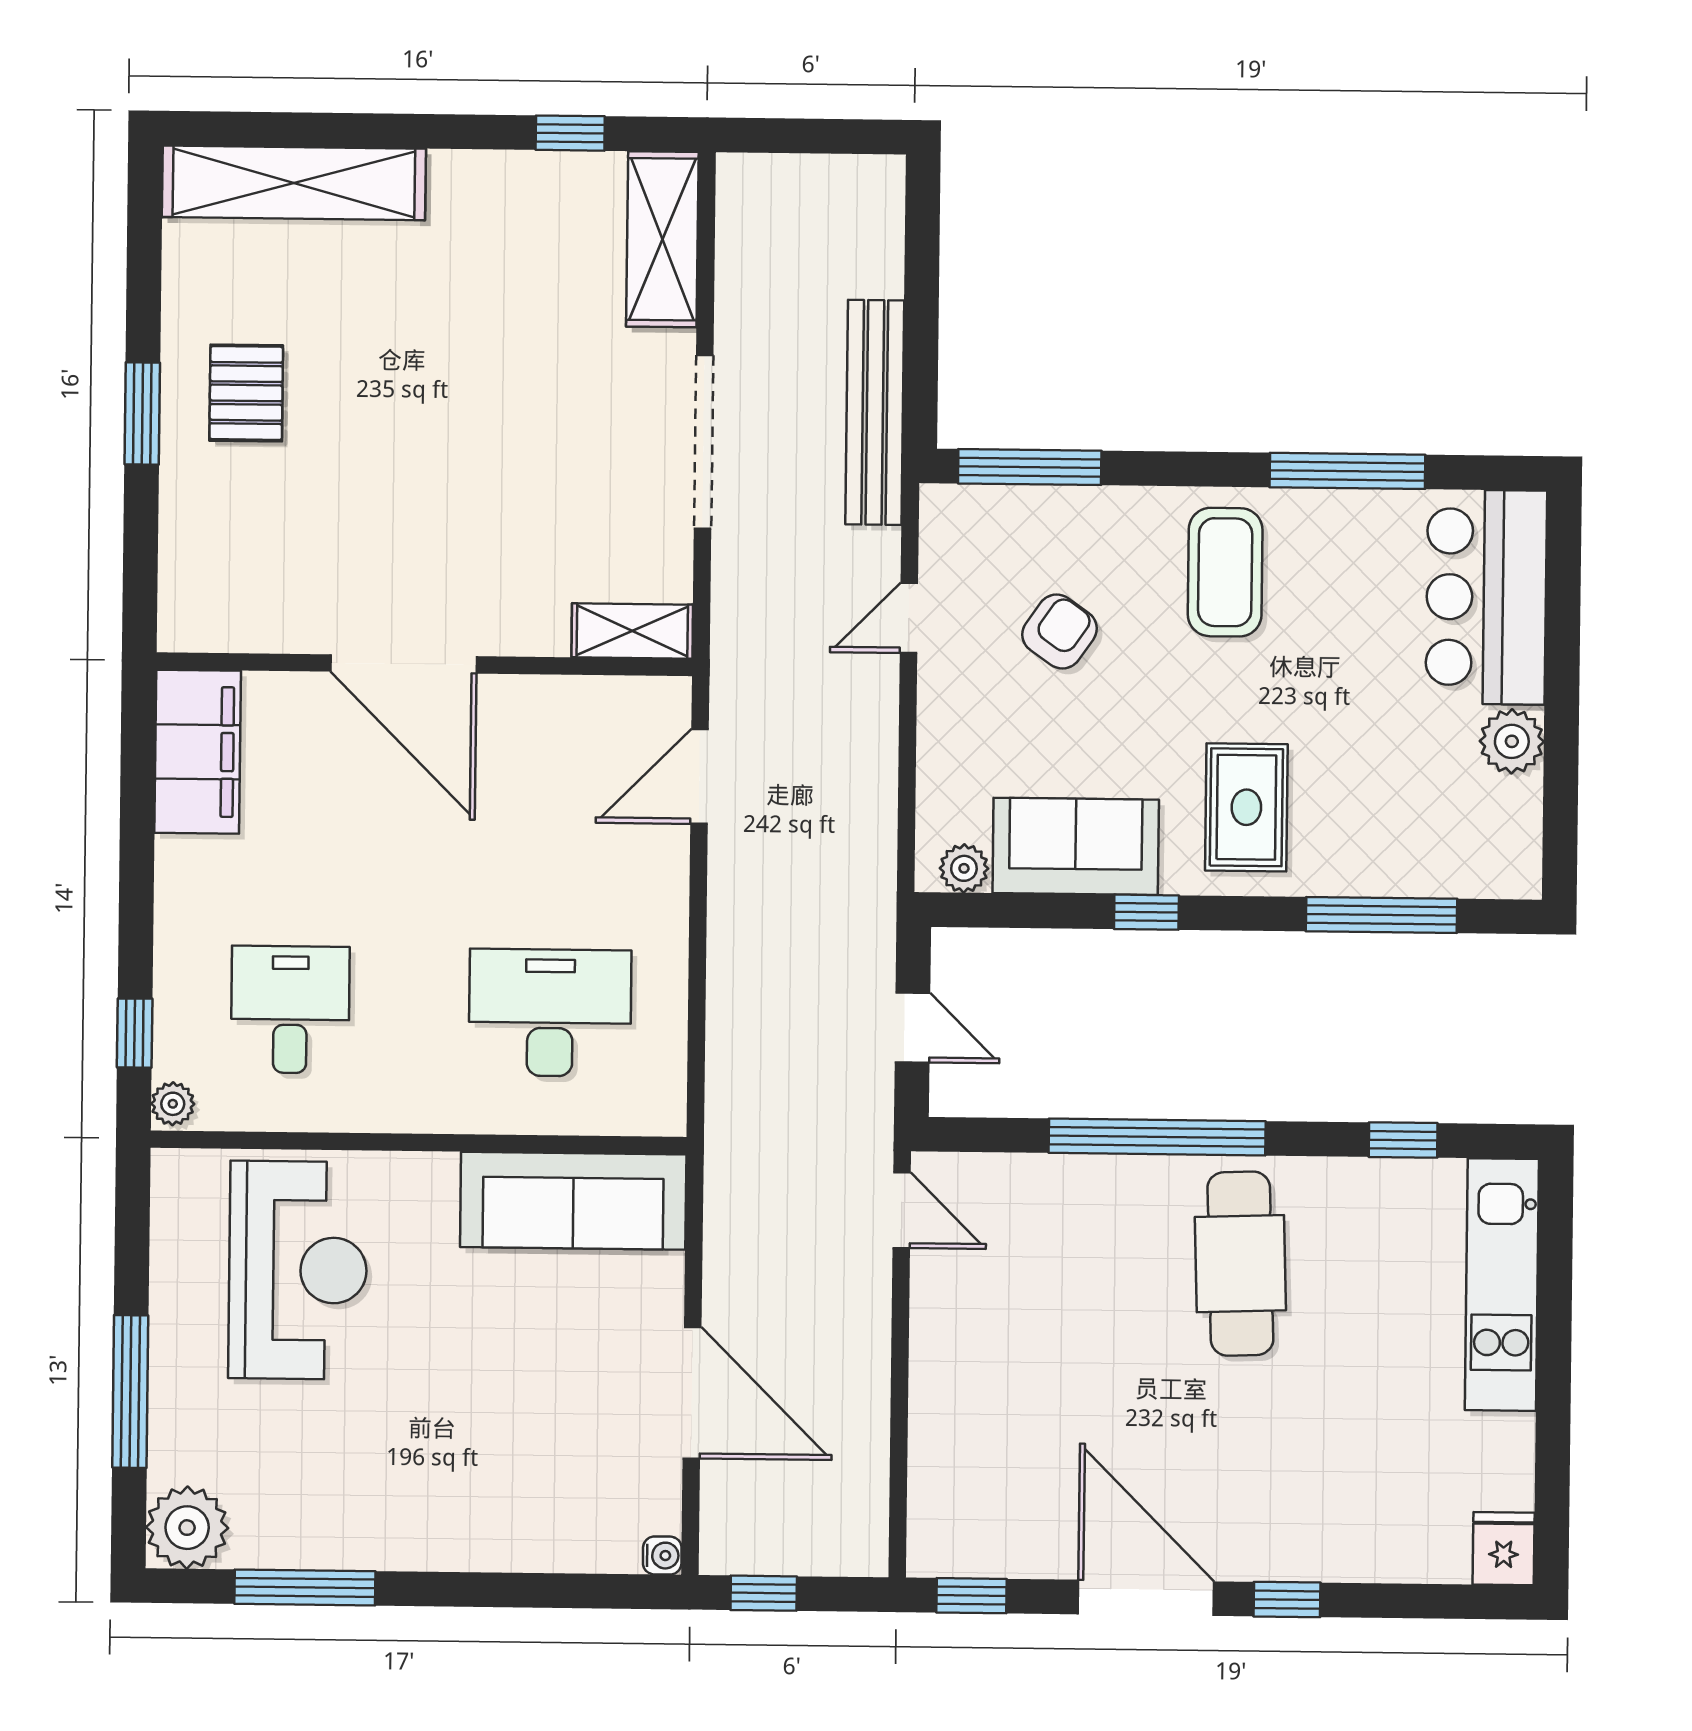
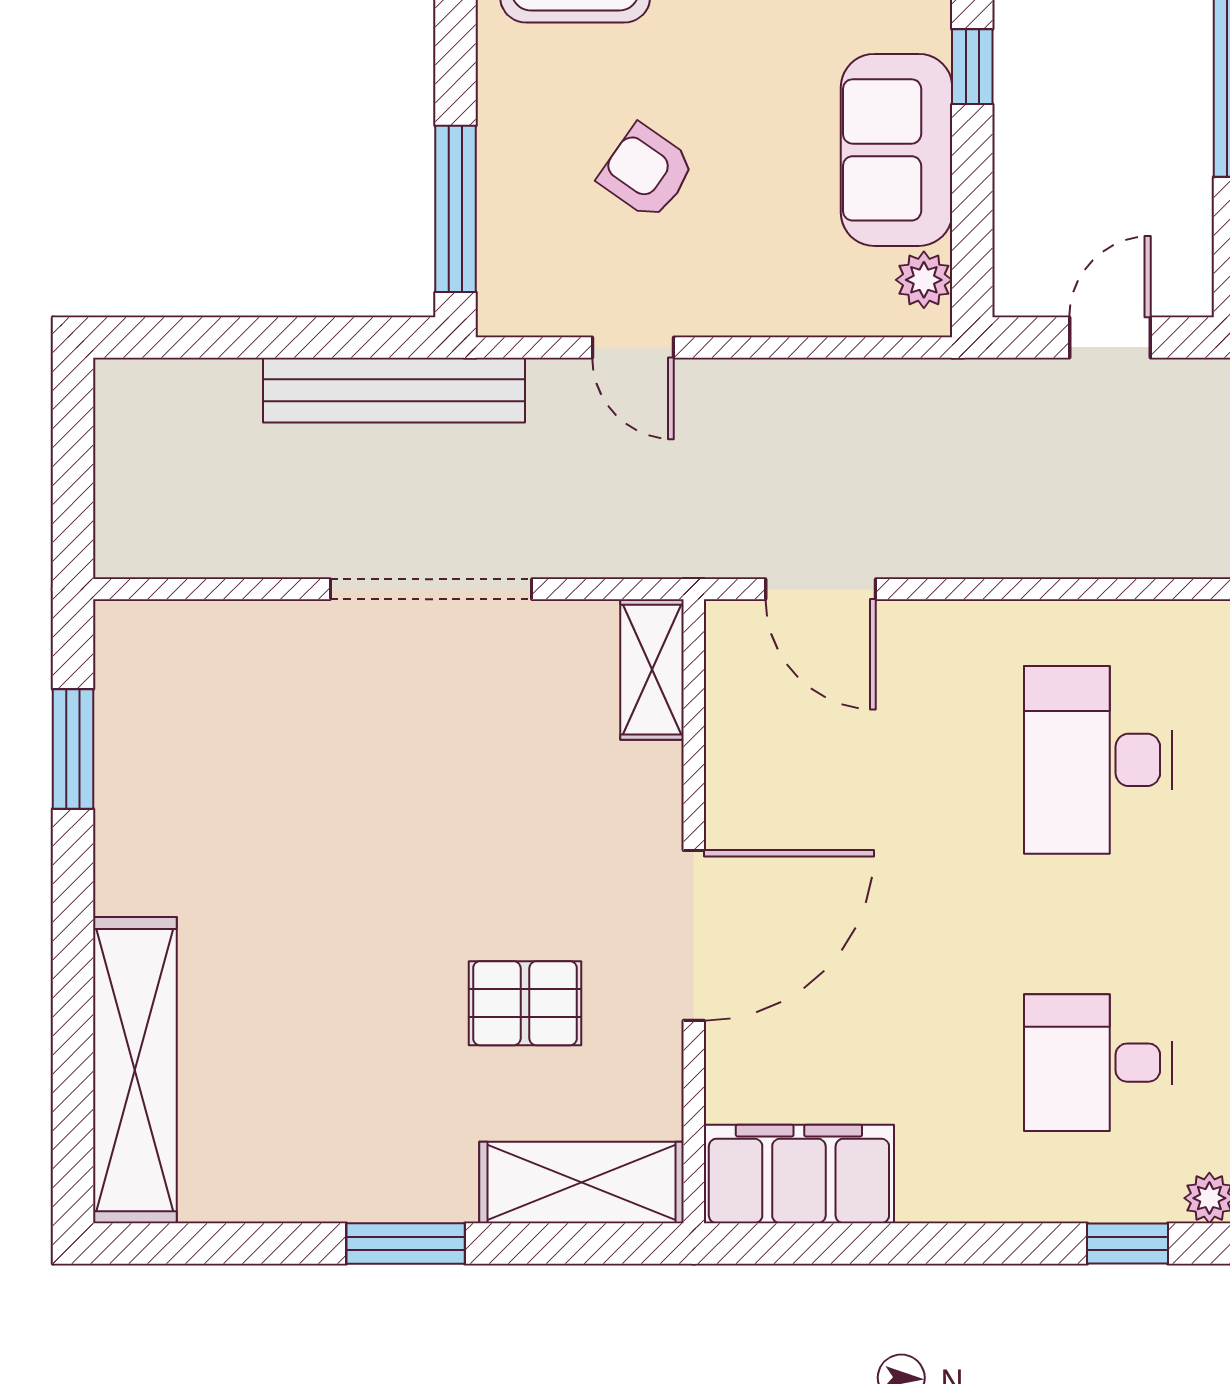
window: (570, 133) -> (73, 749), width x1.50
shelving: (662, 239) -> (581, 1182), moved
pallet: (246, 393) -> (525, 1003), moved

